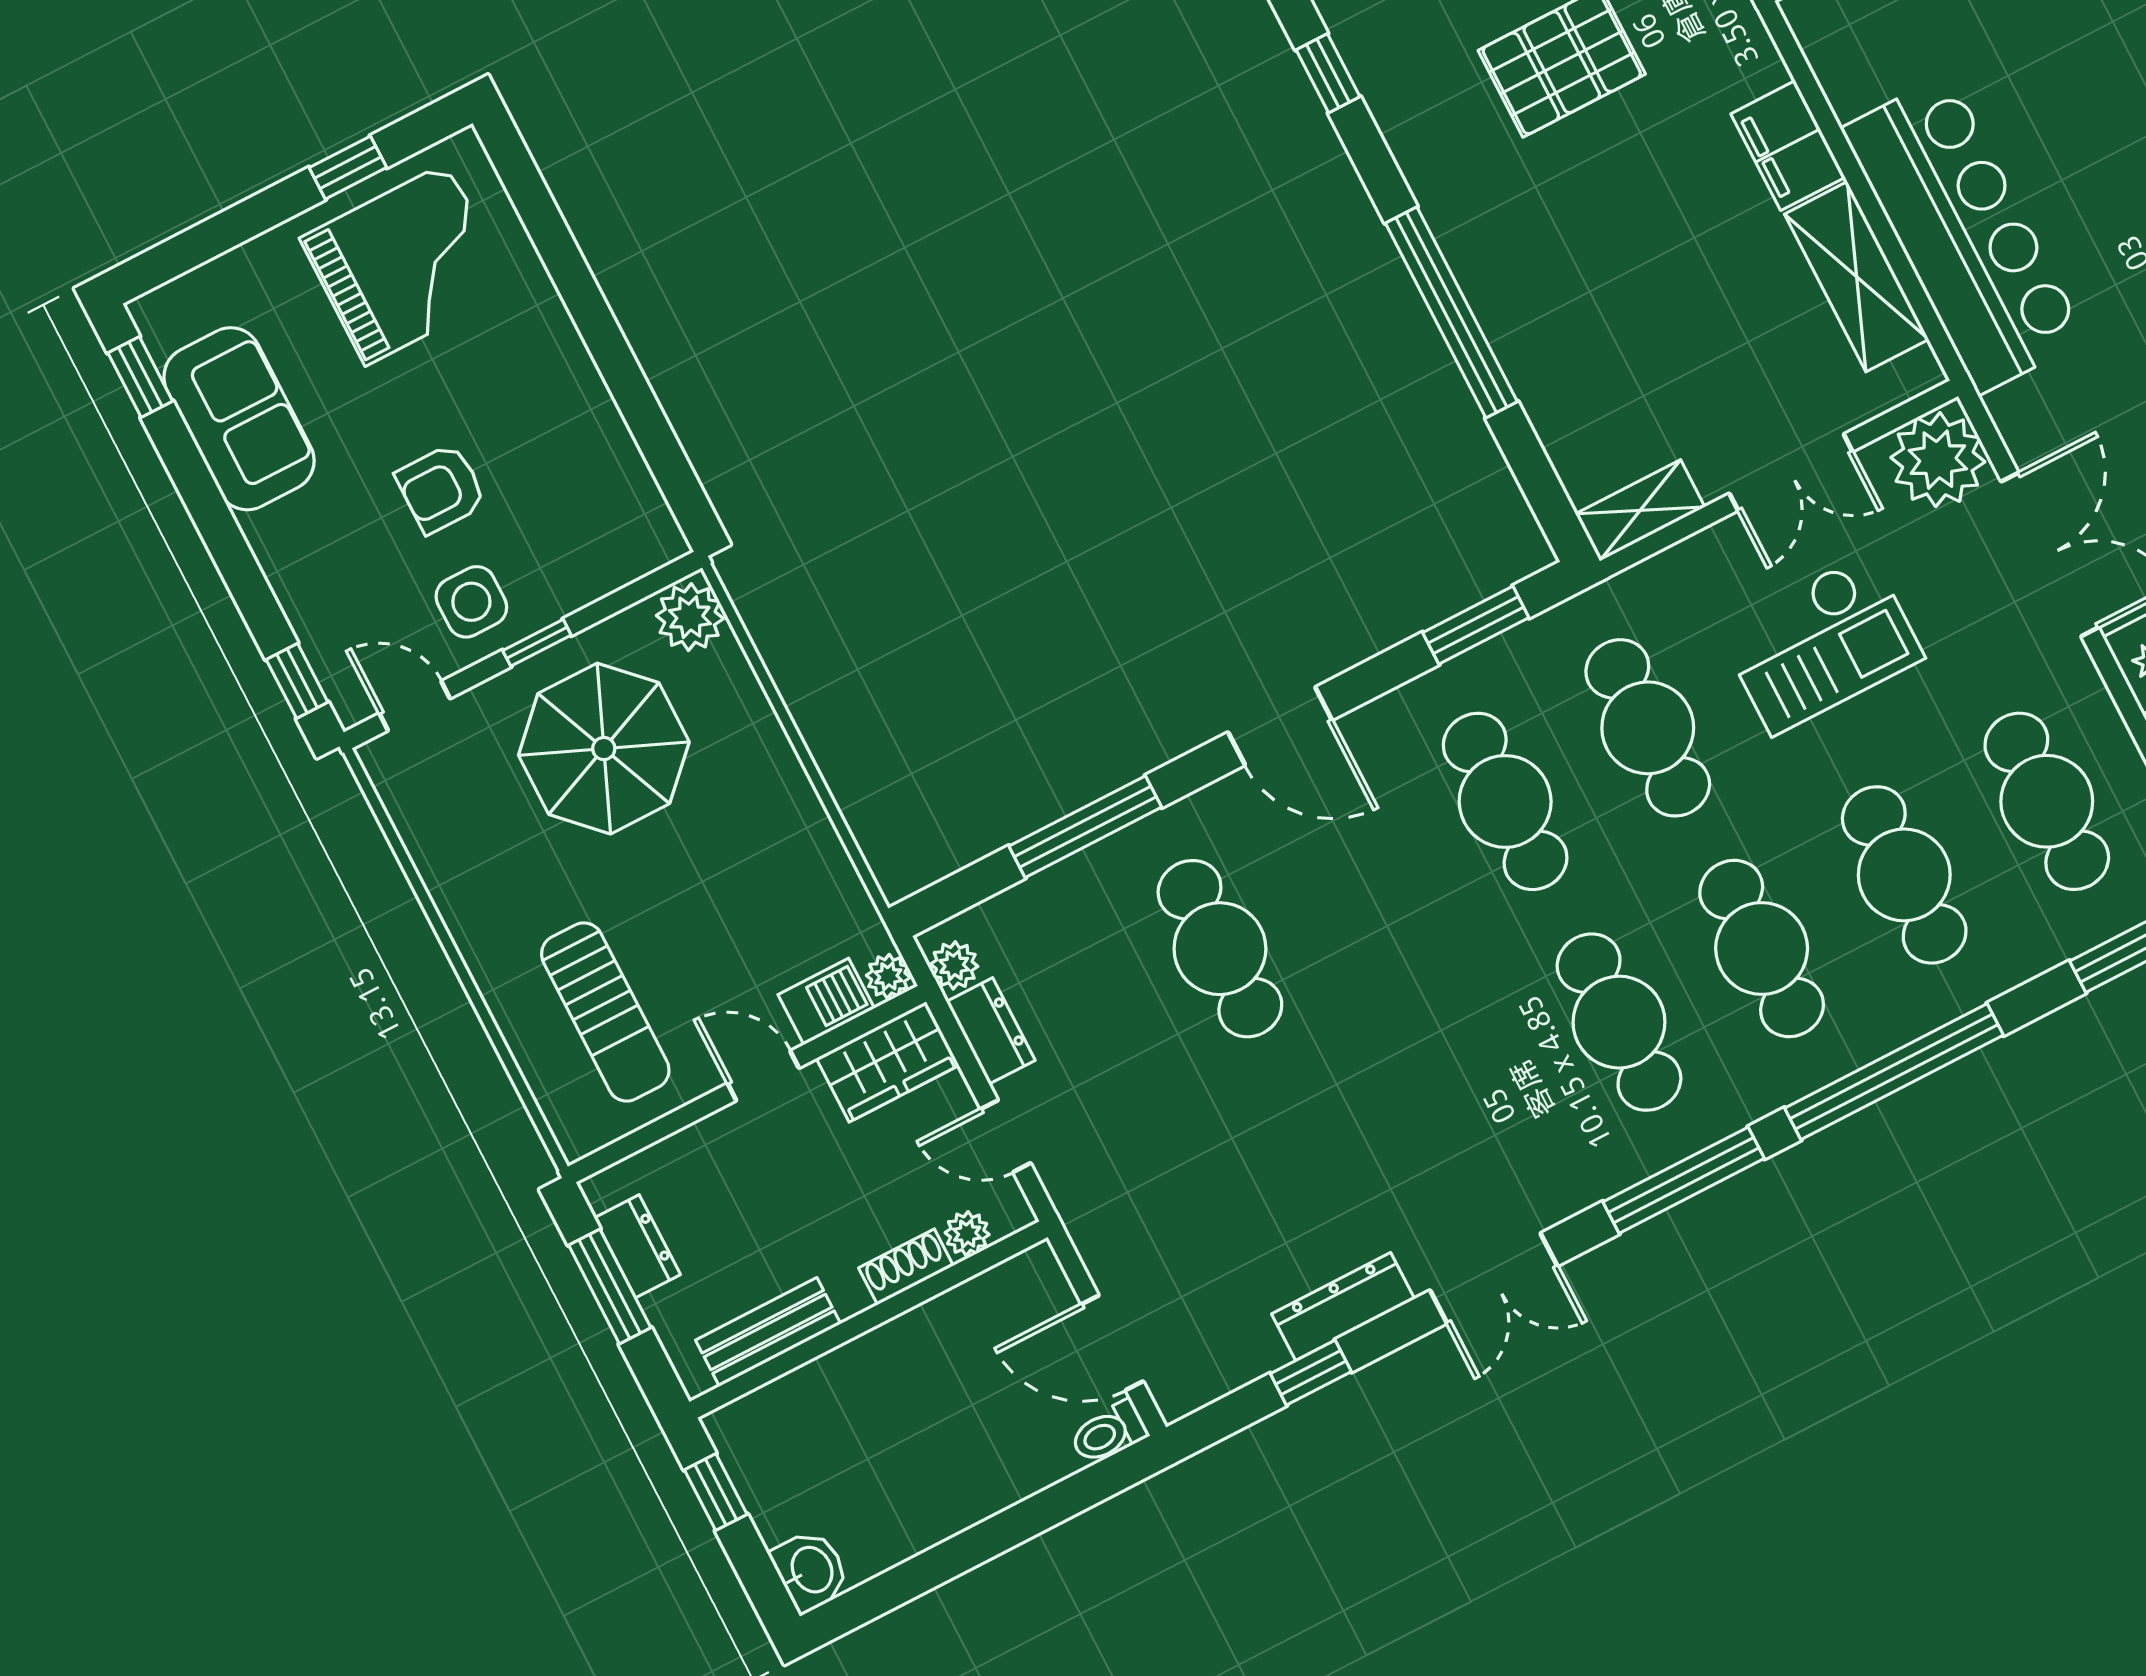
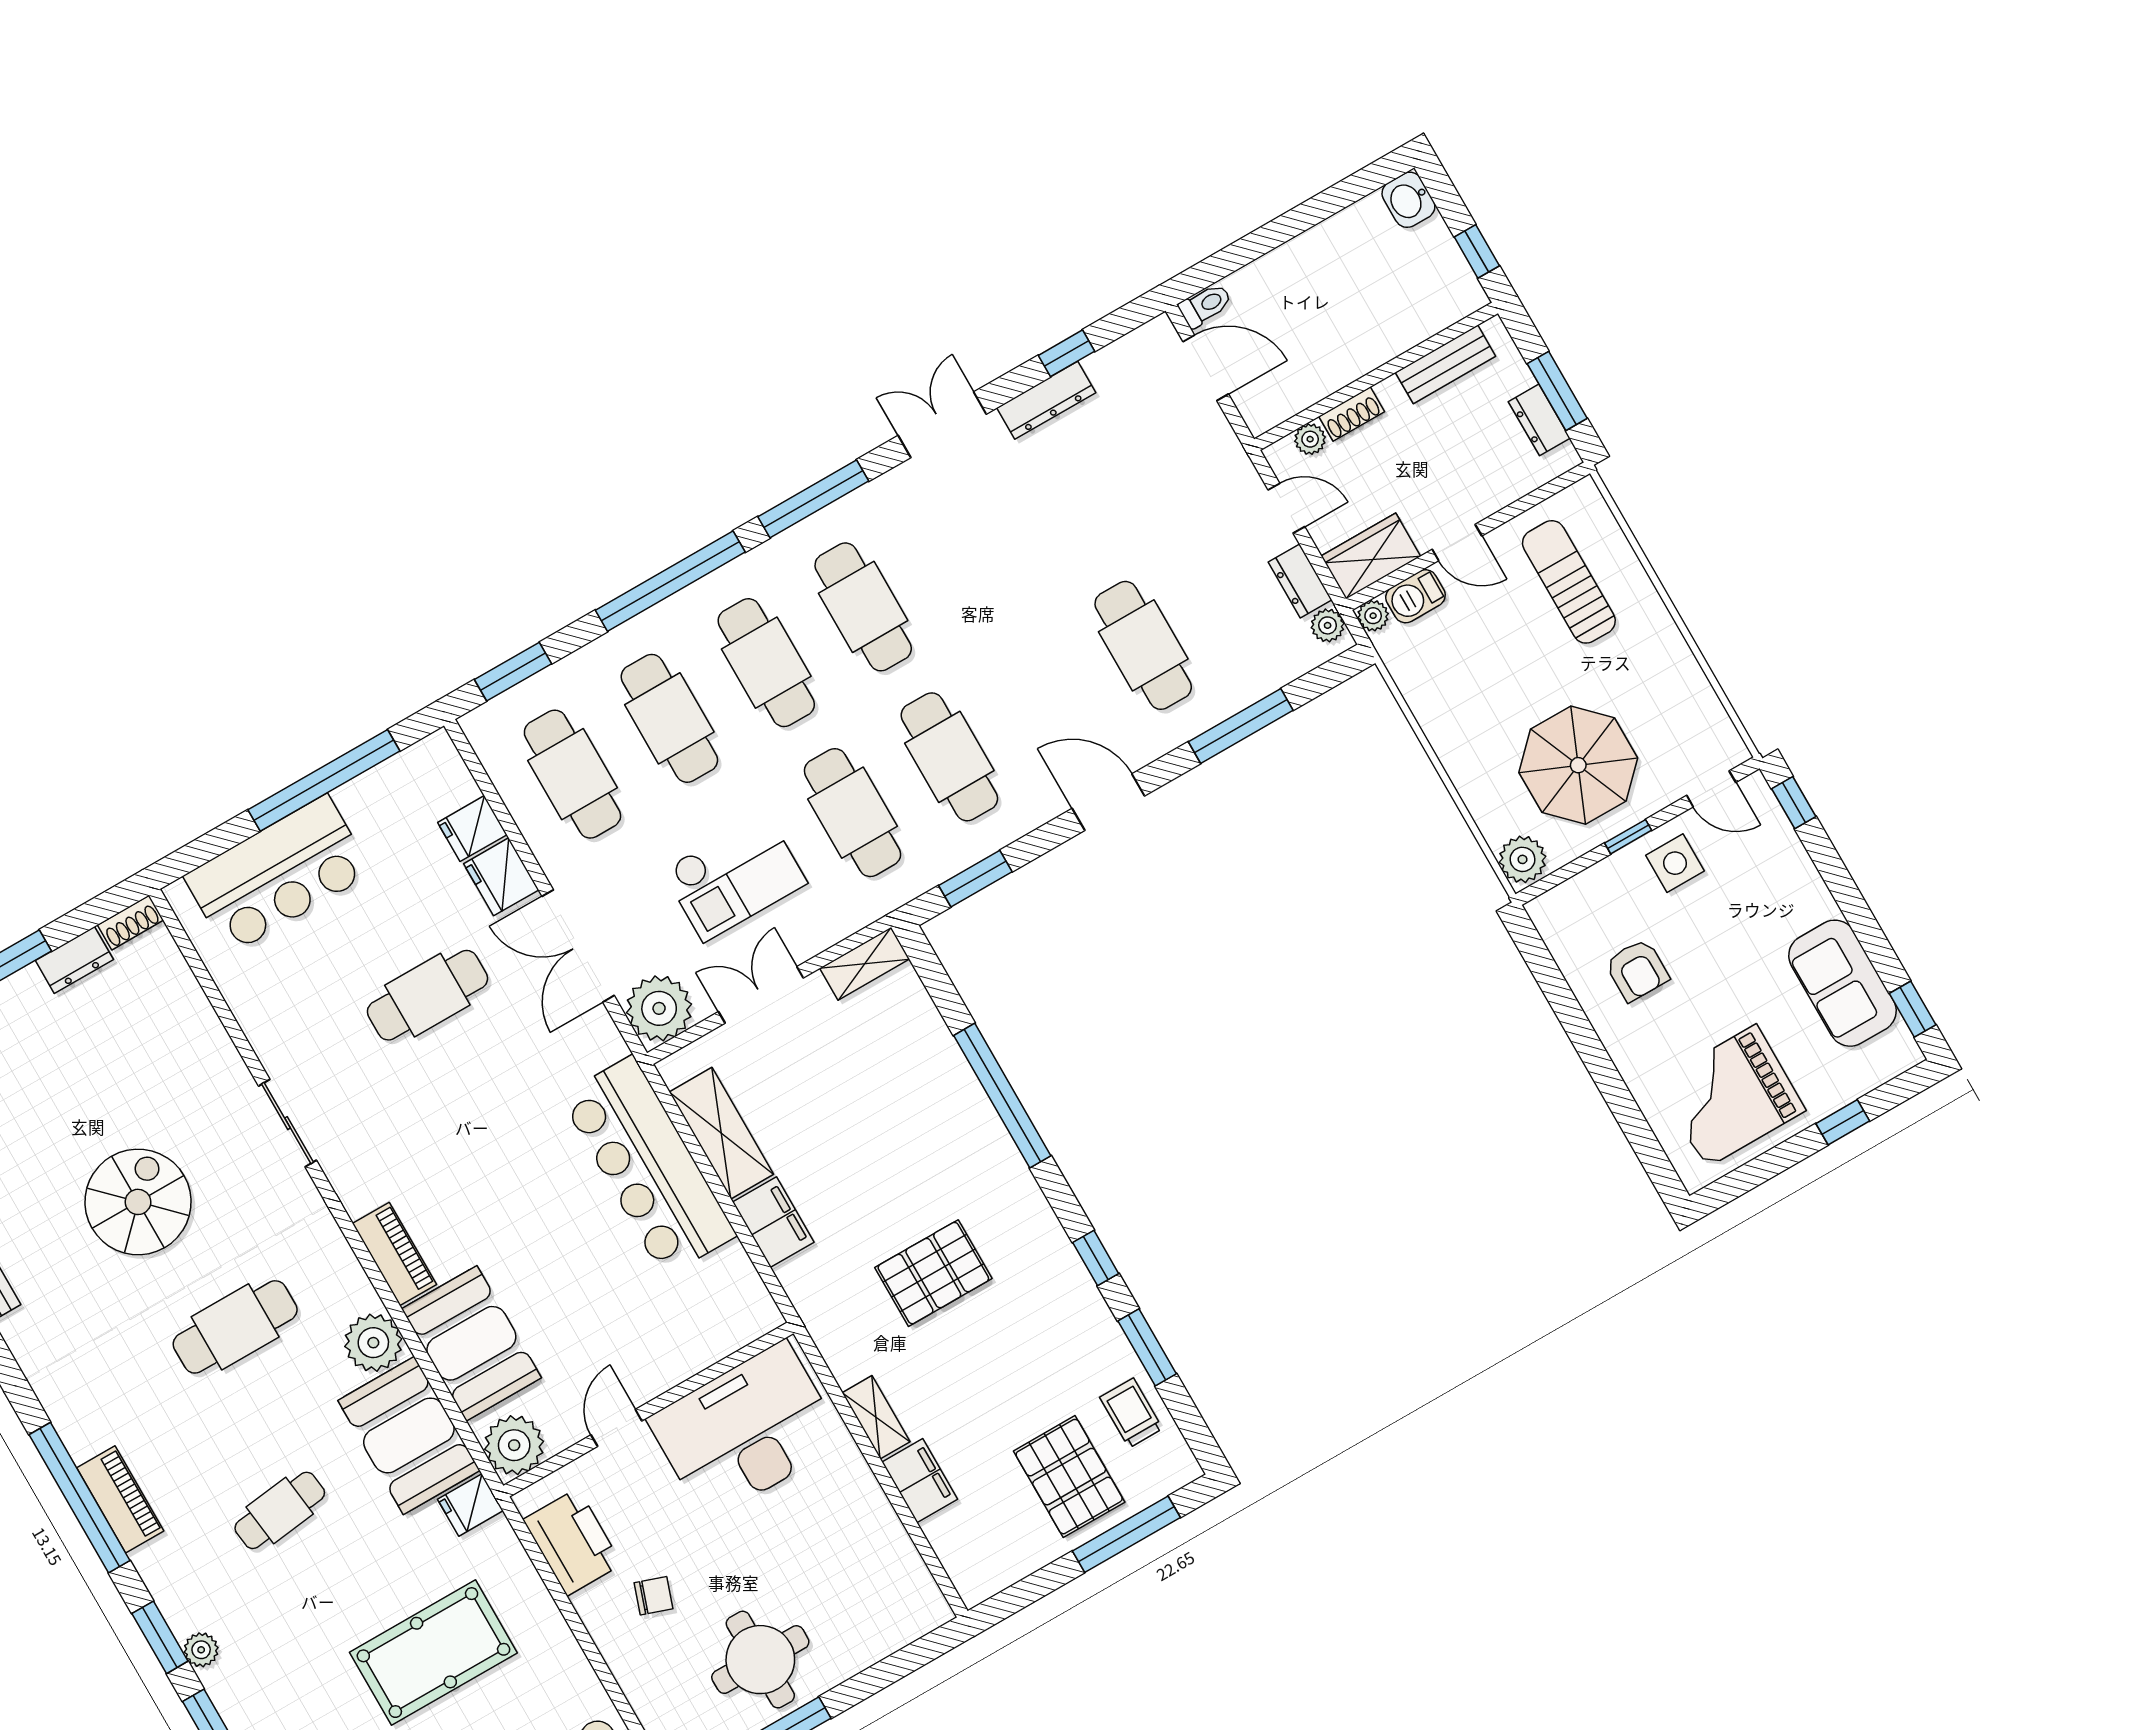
window: (348, 168) -> (1843, 1122), moved
armchair: (441, 489) -> (1637, 970), moved, turned 90
checkout: (1821, 644) -> (735, 877), turned 180

